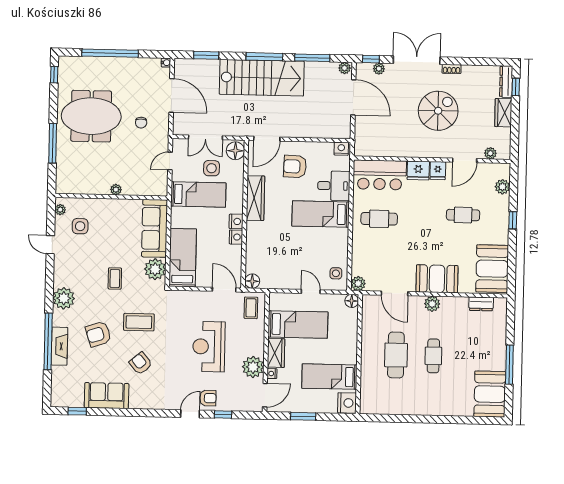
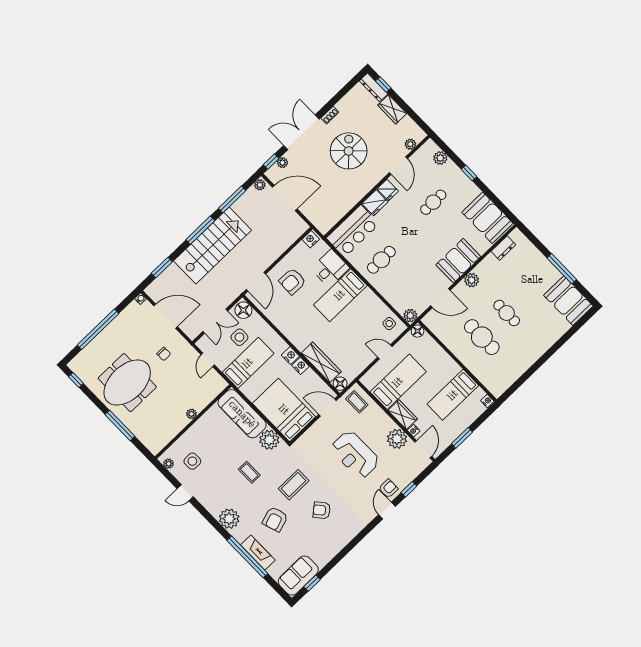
wardrobe: (255, 198) -> (321, 362), moved
bed: (183, 258) -> (284, 410), width x1.50
sofa: (107, 396) -> (298, 576), moved
nightstand: (347, 403) -> (487, 401), width x0.53, depth x0.56

